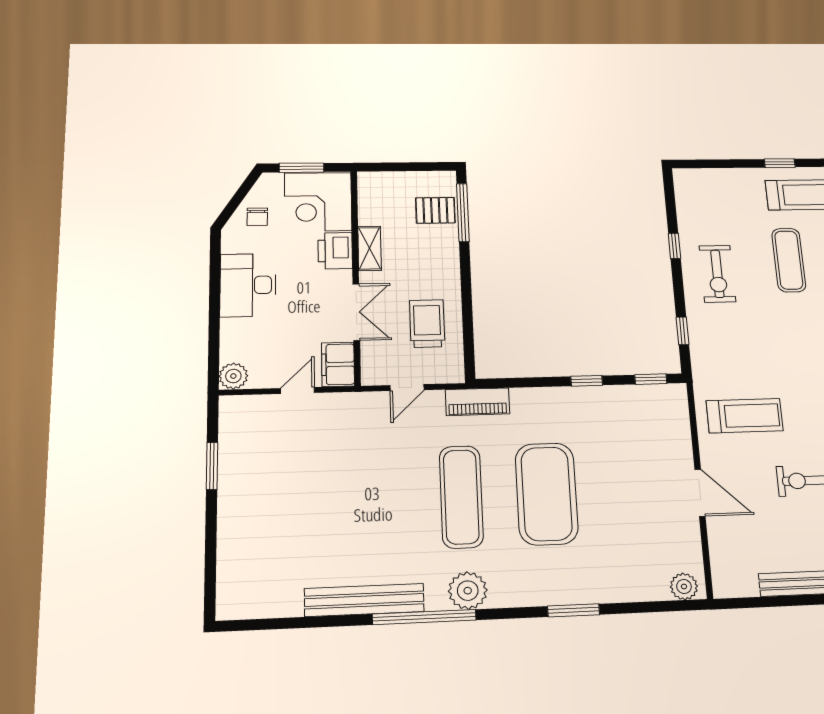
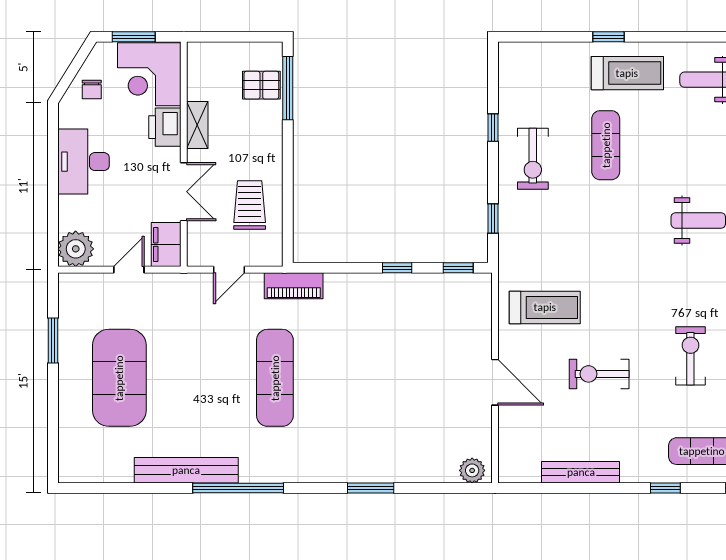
plant: (233, 376) -> (76, 249), width x1.36, depth x1.36
exercise mat: (547, 494) -> (119, 378), moved
plant: (468, 591) -> (277, 466), removed

